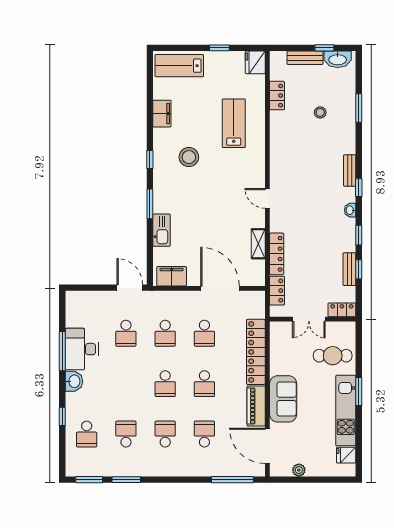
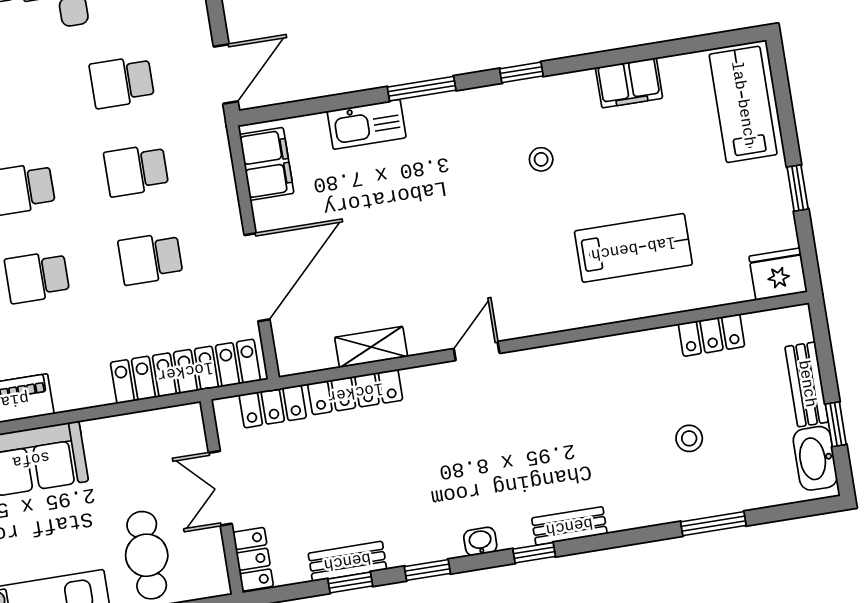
stool: (189, 157) -> (541, 159), width x0.53, depth x0.53
locker: (256, 352) -> (185, 371), moved

